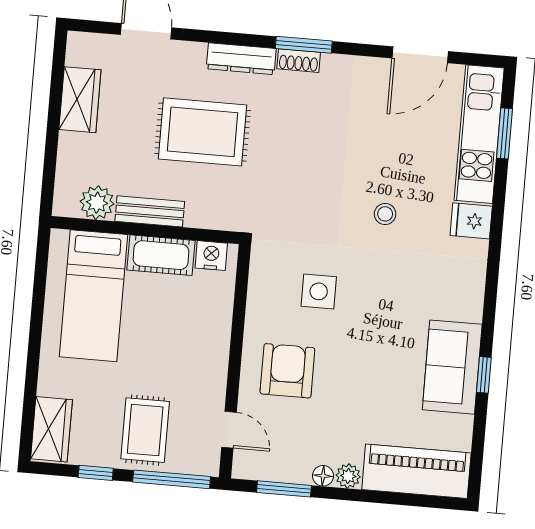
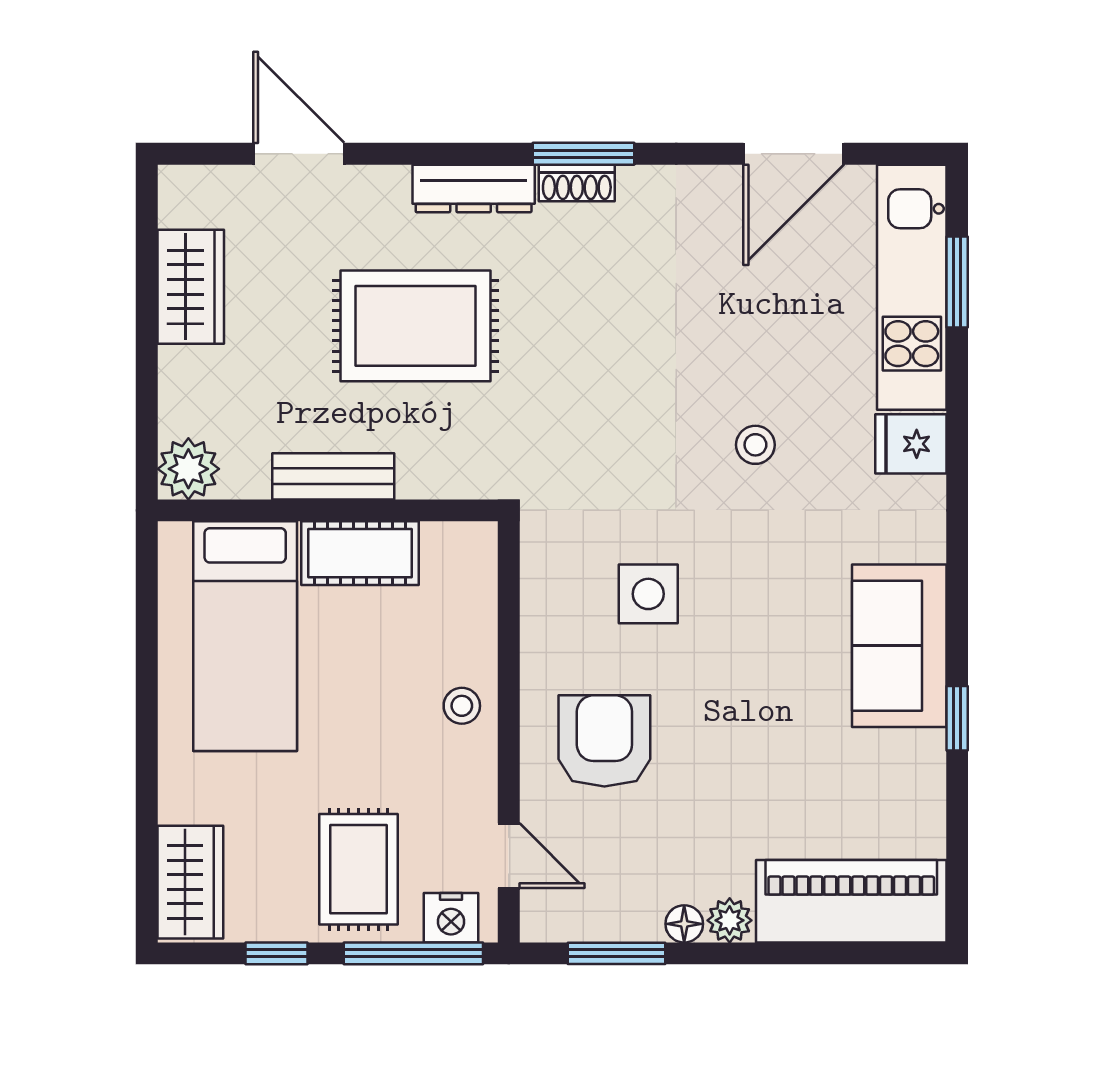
plant: (97, 203) -> (188, 469), moved
nightstand: (211, 256) -> (451, 918), moved, turned 180
stool: (210, 345) -> (462, 706), added
sofa: (452, 367) -> (899, 646), moved

